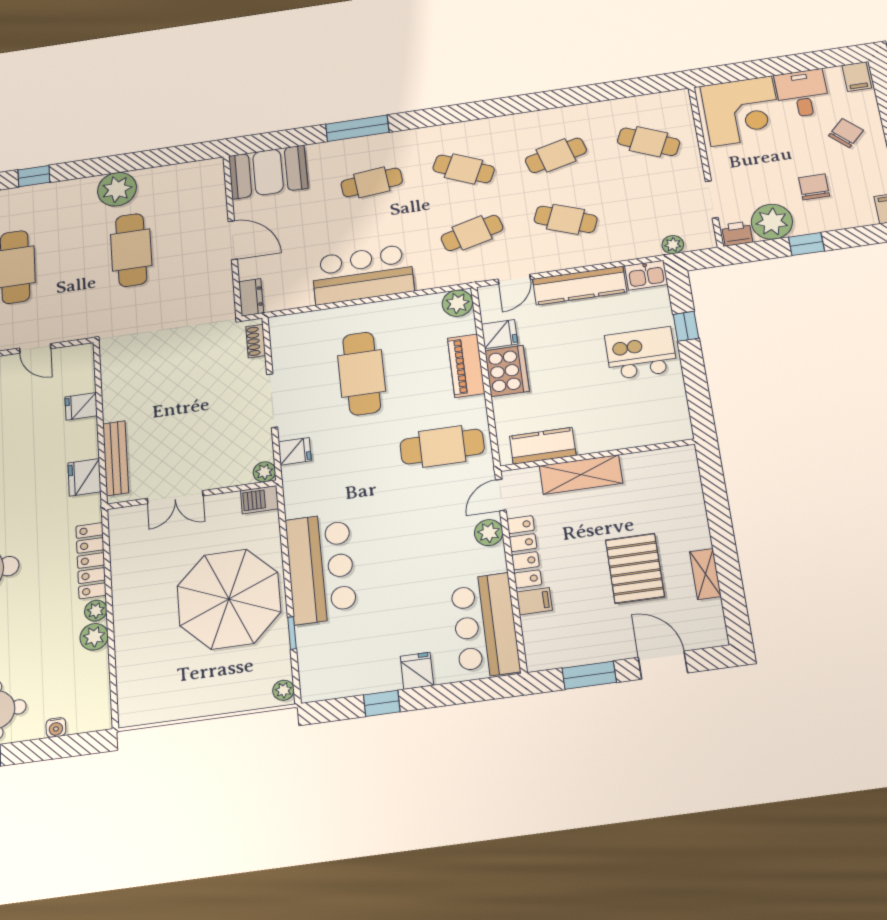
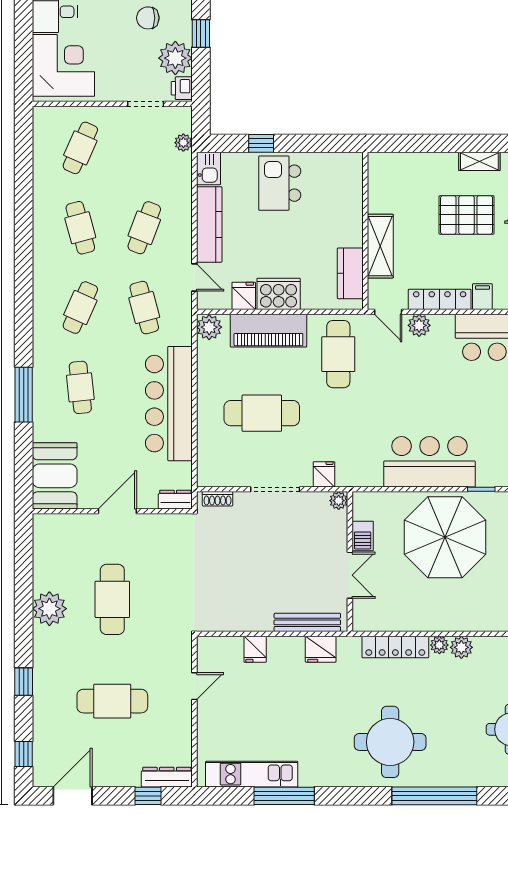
cafe table: (131, 250) -> (112, 599), turned 90
bar counter: (363, 274) -> (169, 404), width x1.36
piano: (466, 366) -> (268, 331), width x1.37, depth x1.33
barbecue: (260, 500) -> (363, 536), moved

